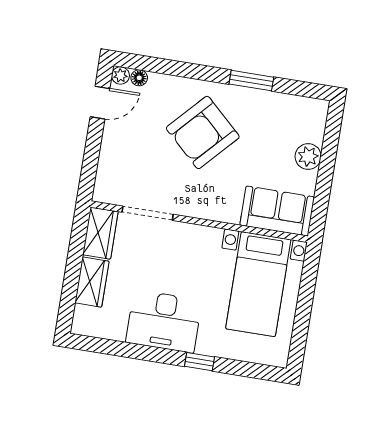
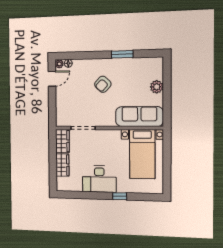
armchair: (203, 132) -> (103, 84), width x0.53, depth x0.53
sofa: (277, 211) -> (139, 117), width x1.36

